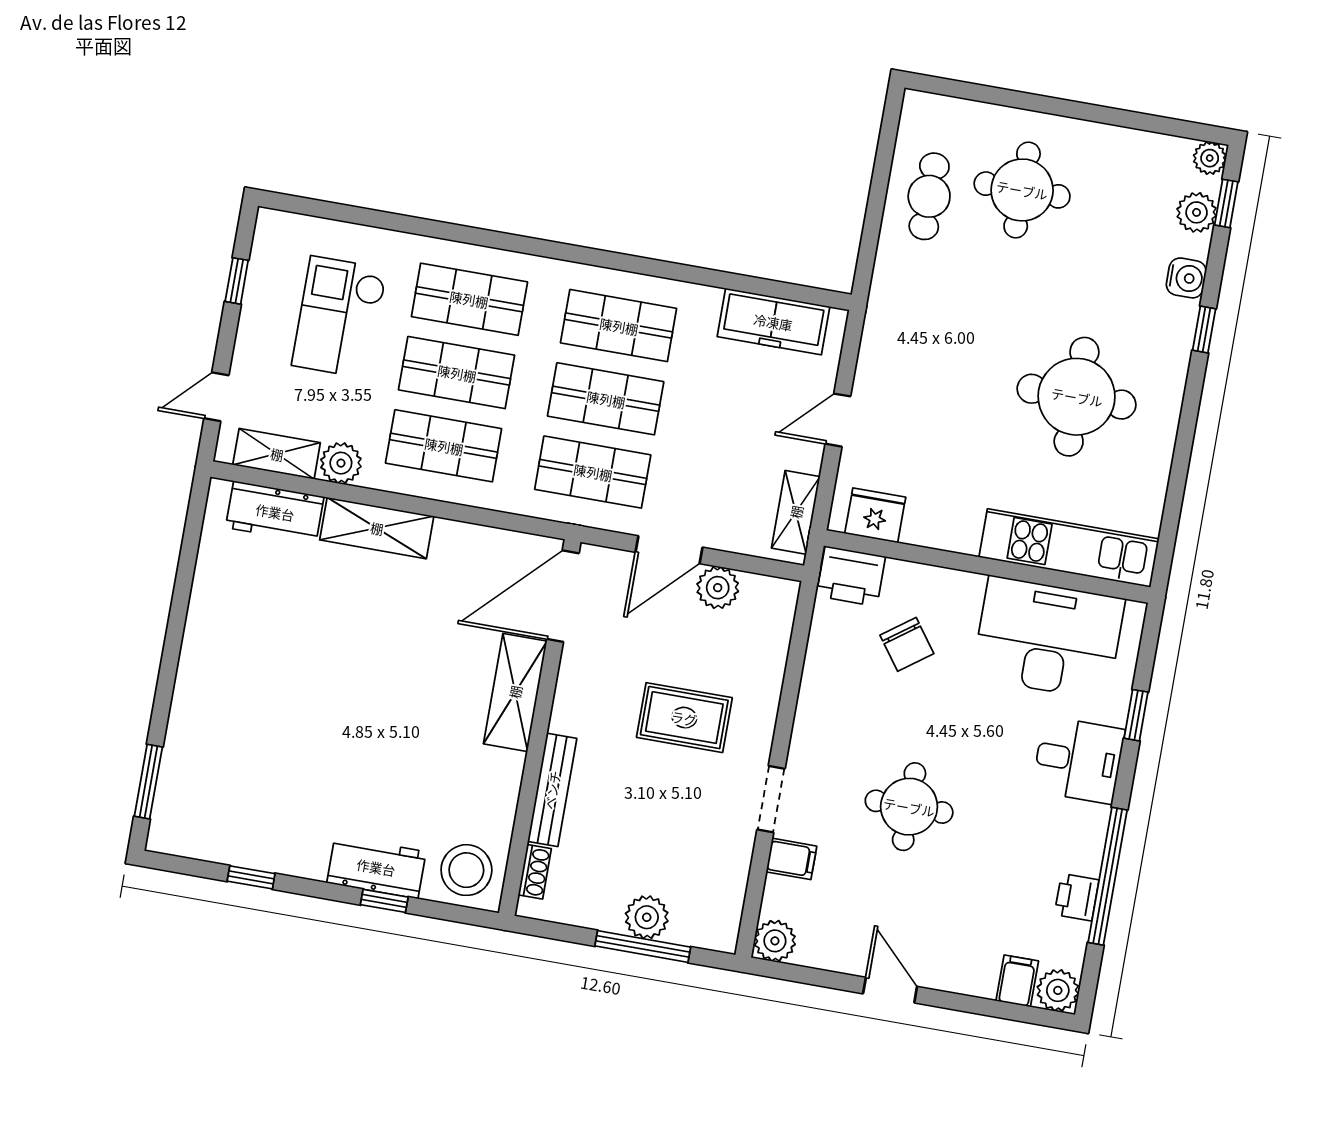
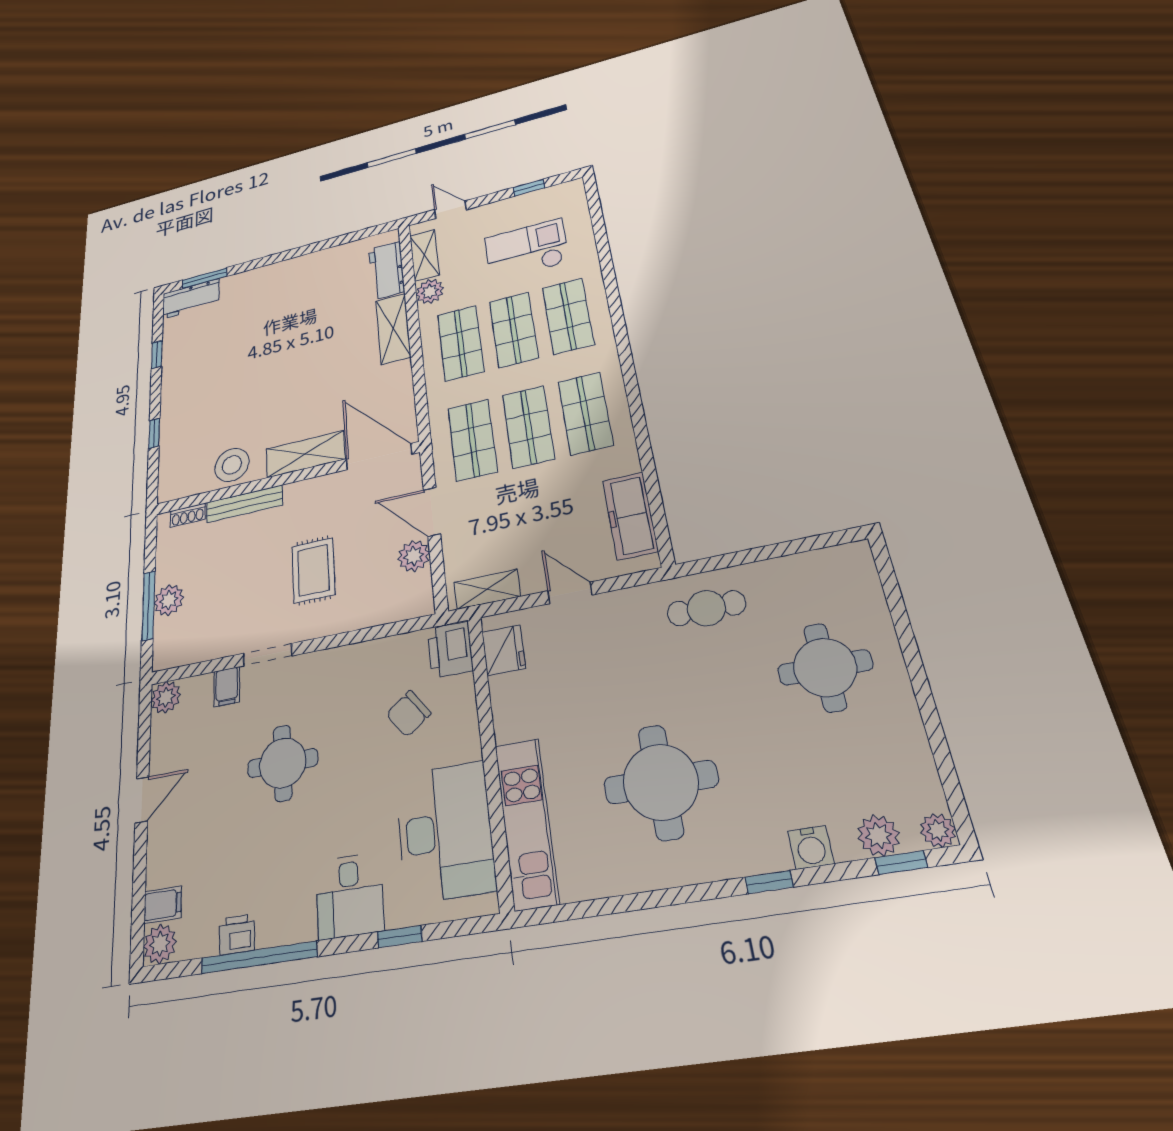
cafe table: (929, 196) -> (706, 608), moved
workbench: (376, 867) -> (191, 299), moved, turned 90
stool: (466, 870) -> (232, 465), moved

